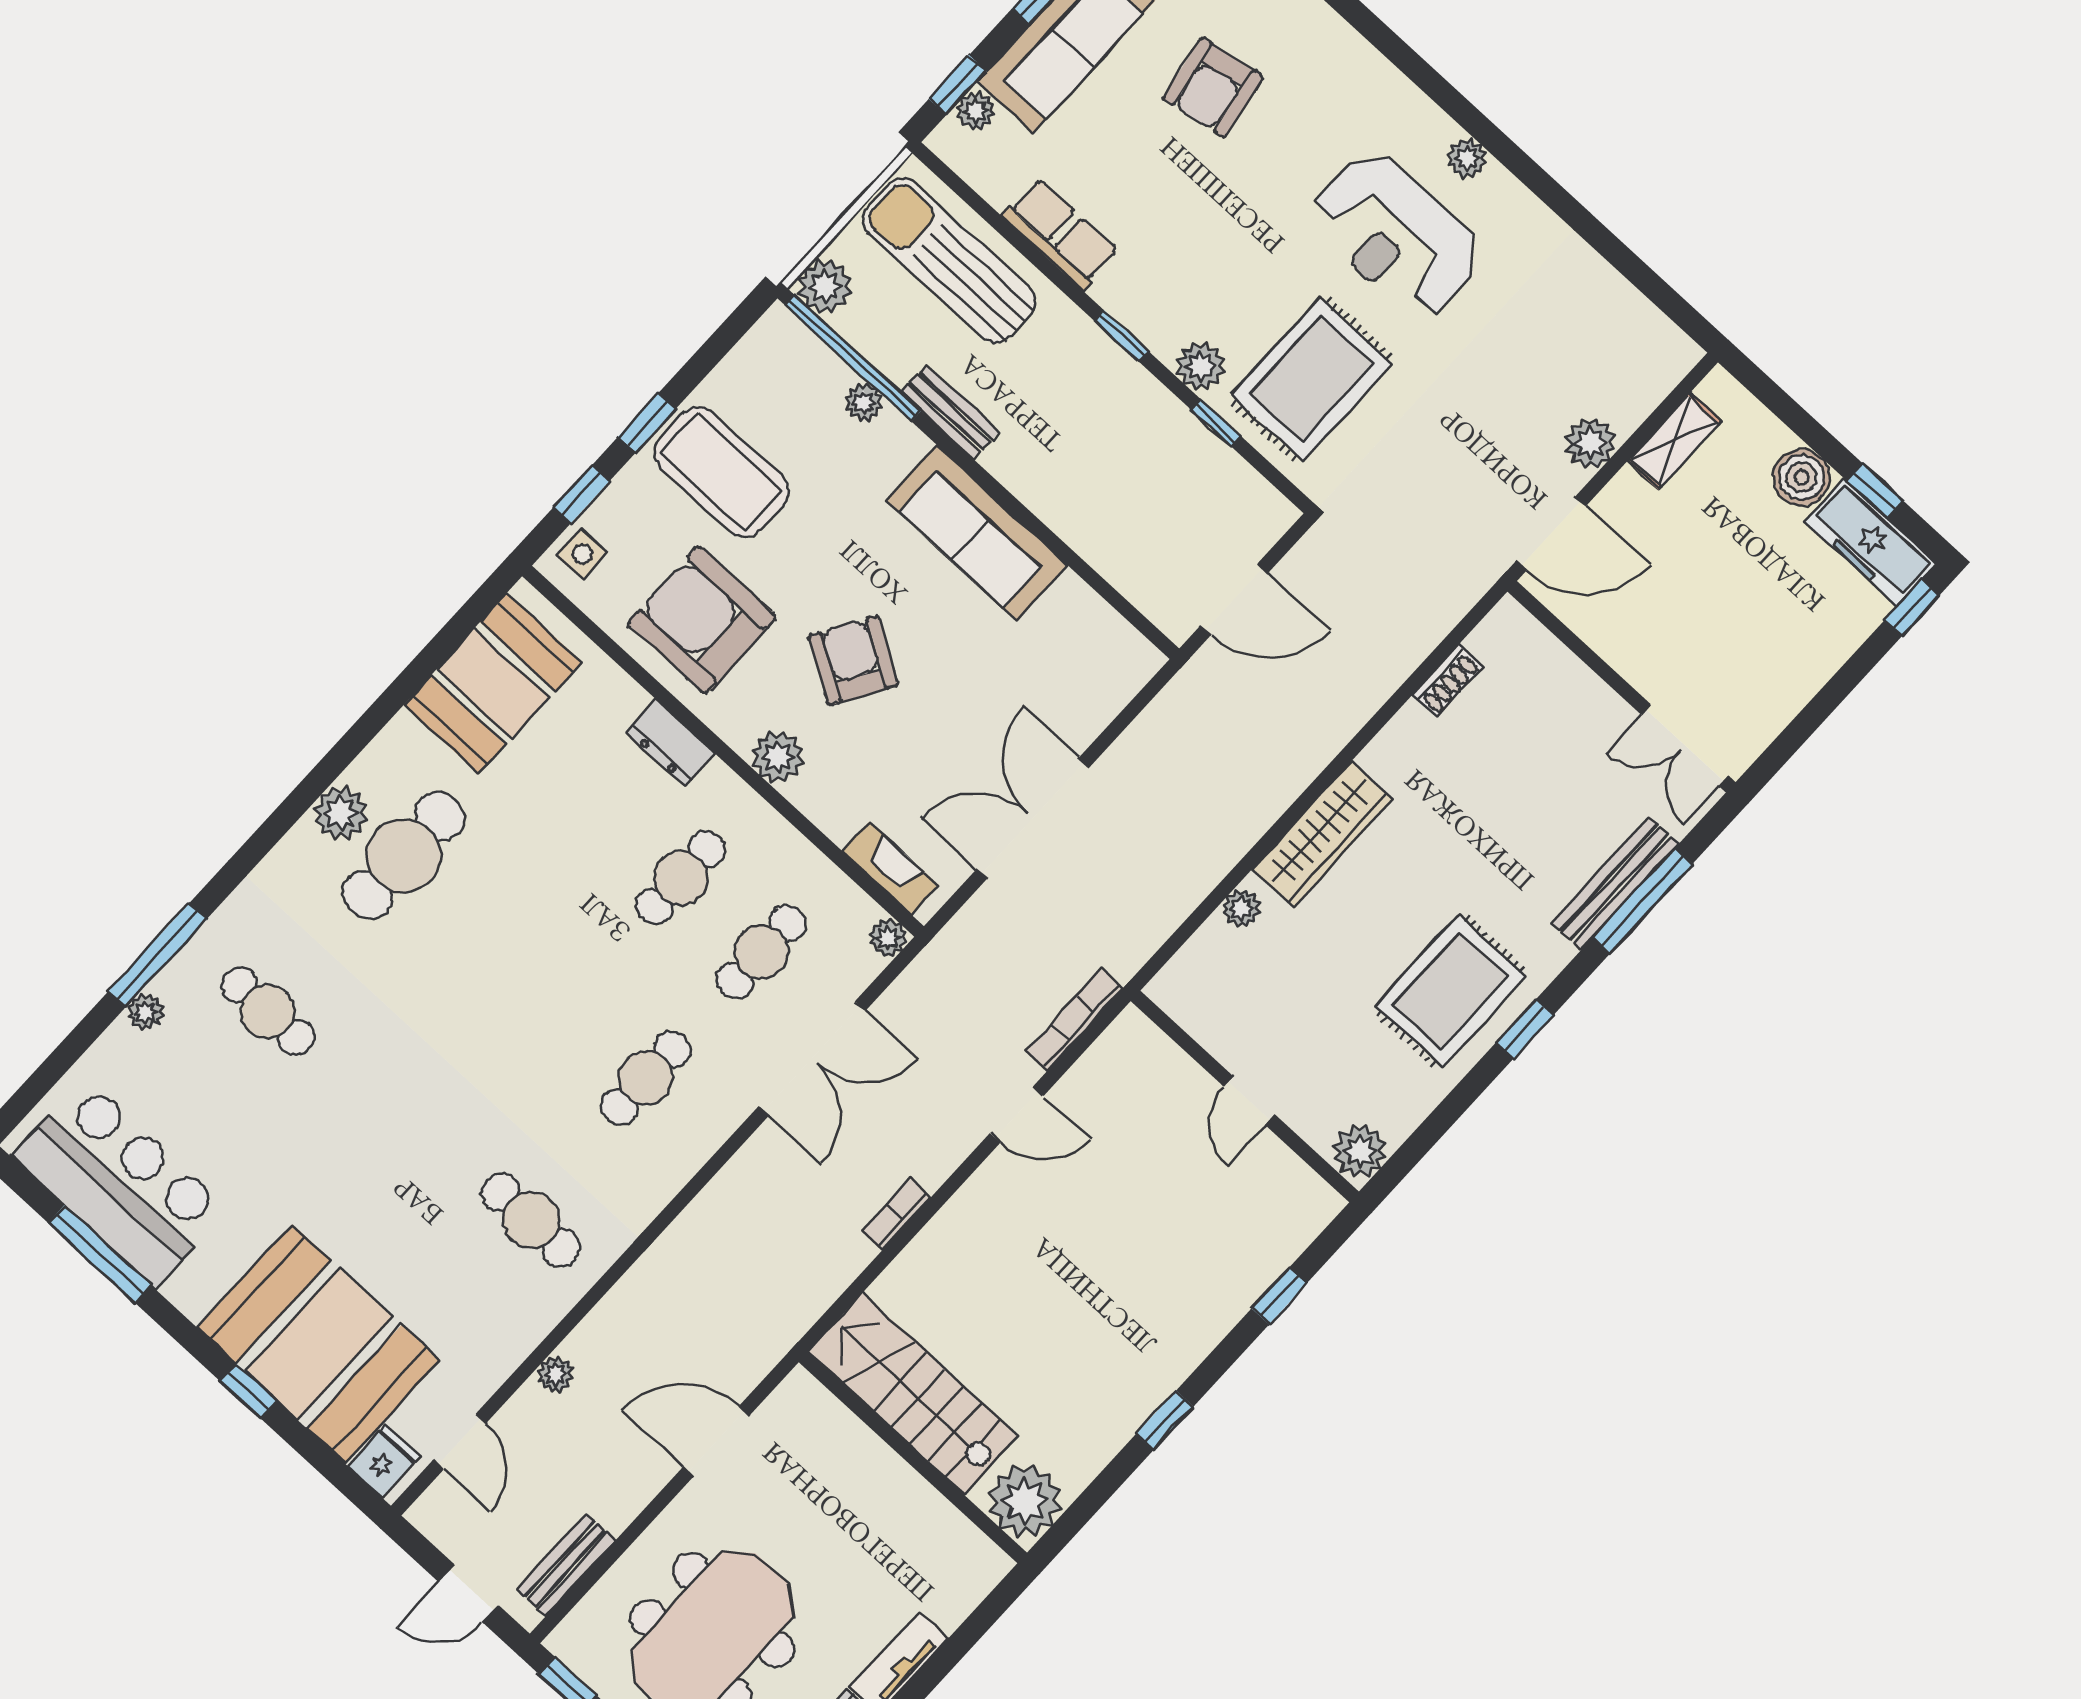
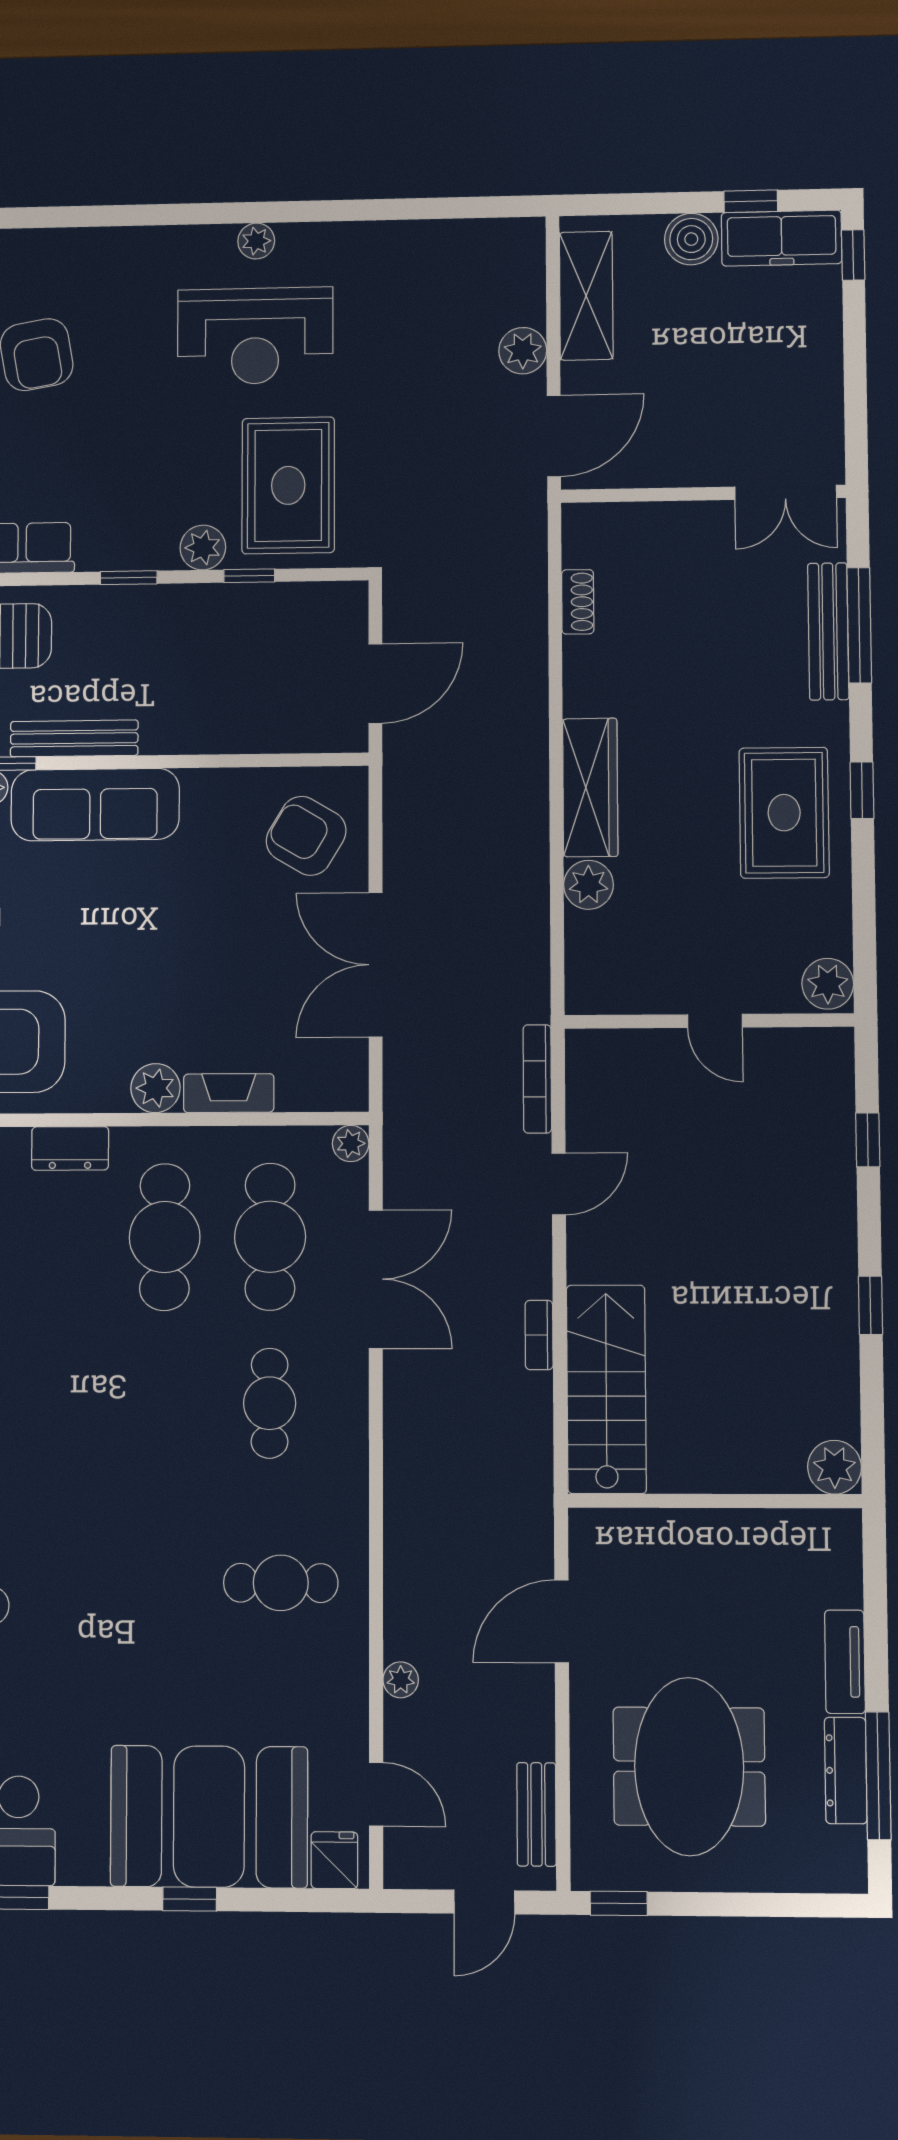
bench: (950, 412) -> (74, 738), width x1.36
shelving: (1674, 441) -> (586, 296), width x1.50, depth x1.33
sofa: (977, 533) -> (95, 805), moved
armchair: (853, 661) -> (306, 836), moved
fireplace: (890, 868) -> (229, 1093), moved
cafe table: (681, 878) -> (165, 1237), width x1.37, depth x1.35
plant: (1241, 908) -> (588, 885), width x1.38, depth x1.38
cafe table: (761, 952) -> (270, 1237), width x1.37, depth x1.35
stairs: (913, 1394) -> (606, 1389), moved, turned 90
plant: (1025, 1501) -> (834, 1467), width x0.73, depth x0.73

